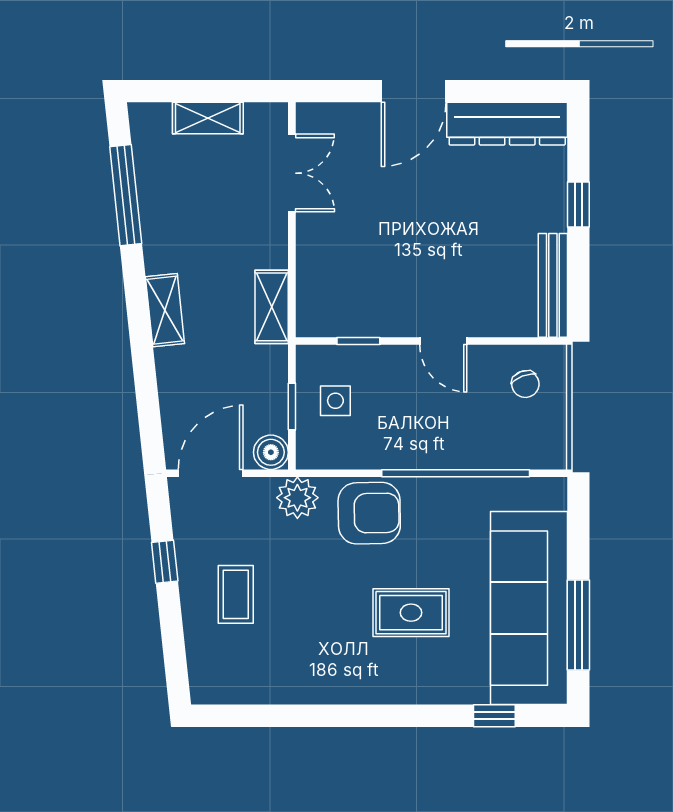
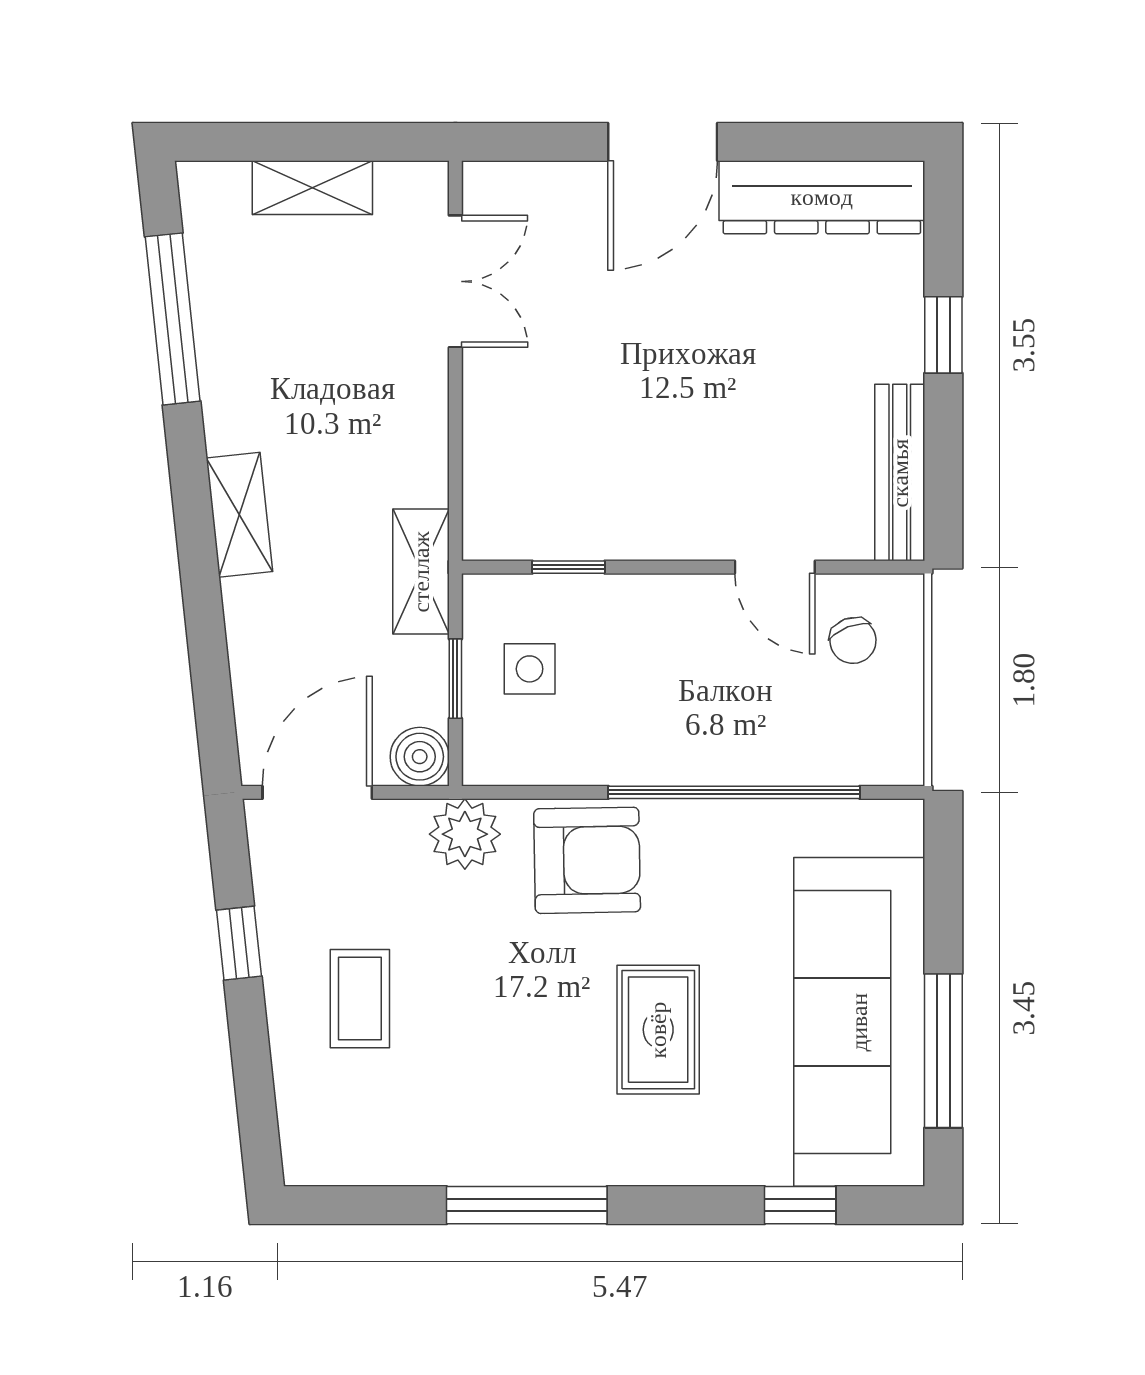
shelving: (272, 307) -> (421, 572), moved
door: (443, 341) -> (775, 567), moved
rug: (411, 613) -> (658, 1030), turned 90
window: (334, 716) -> (527, 1205), added

